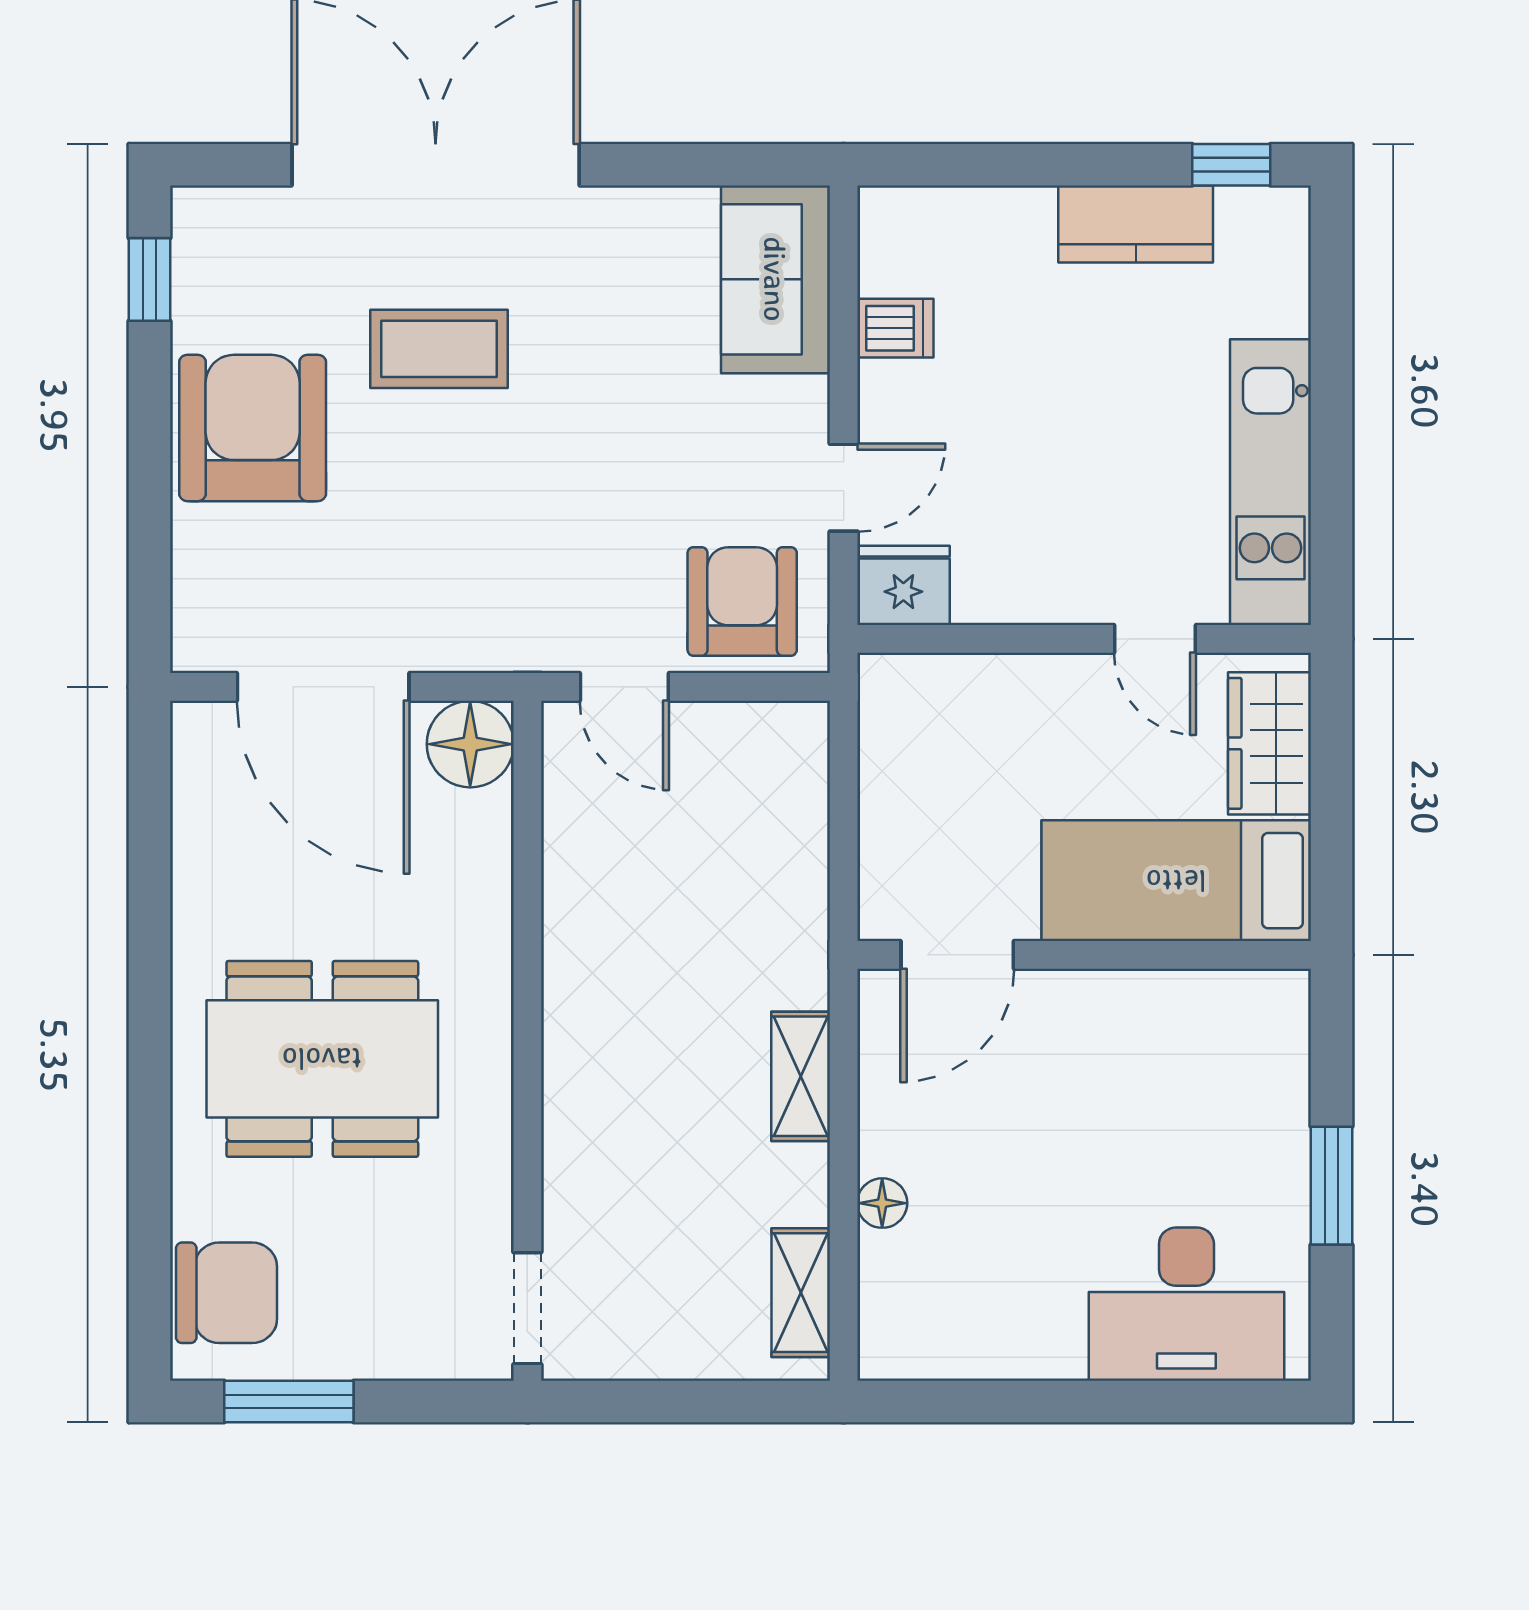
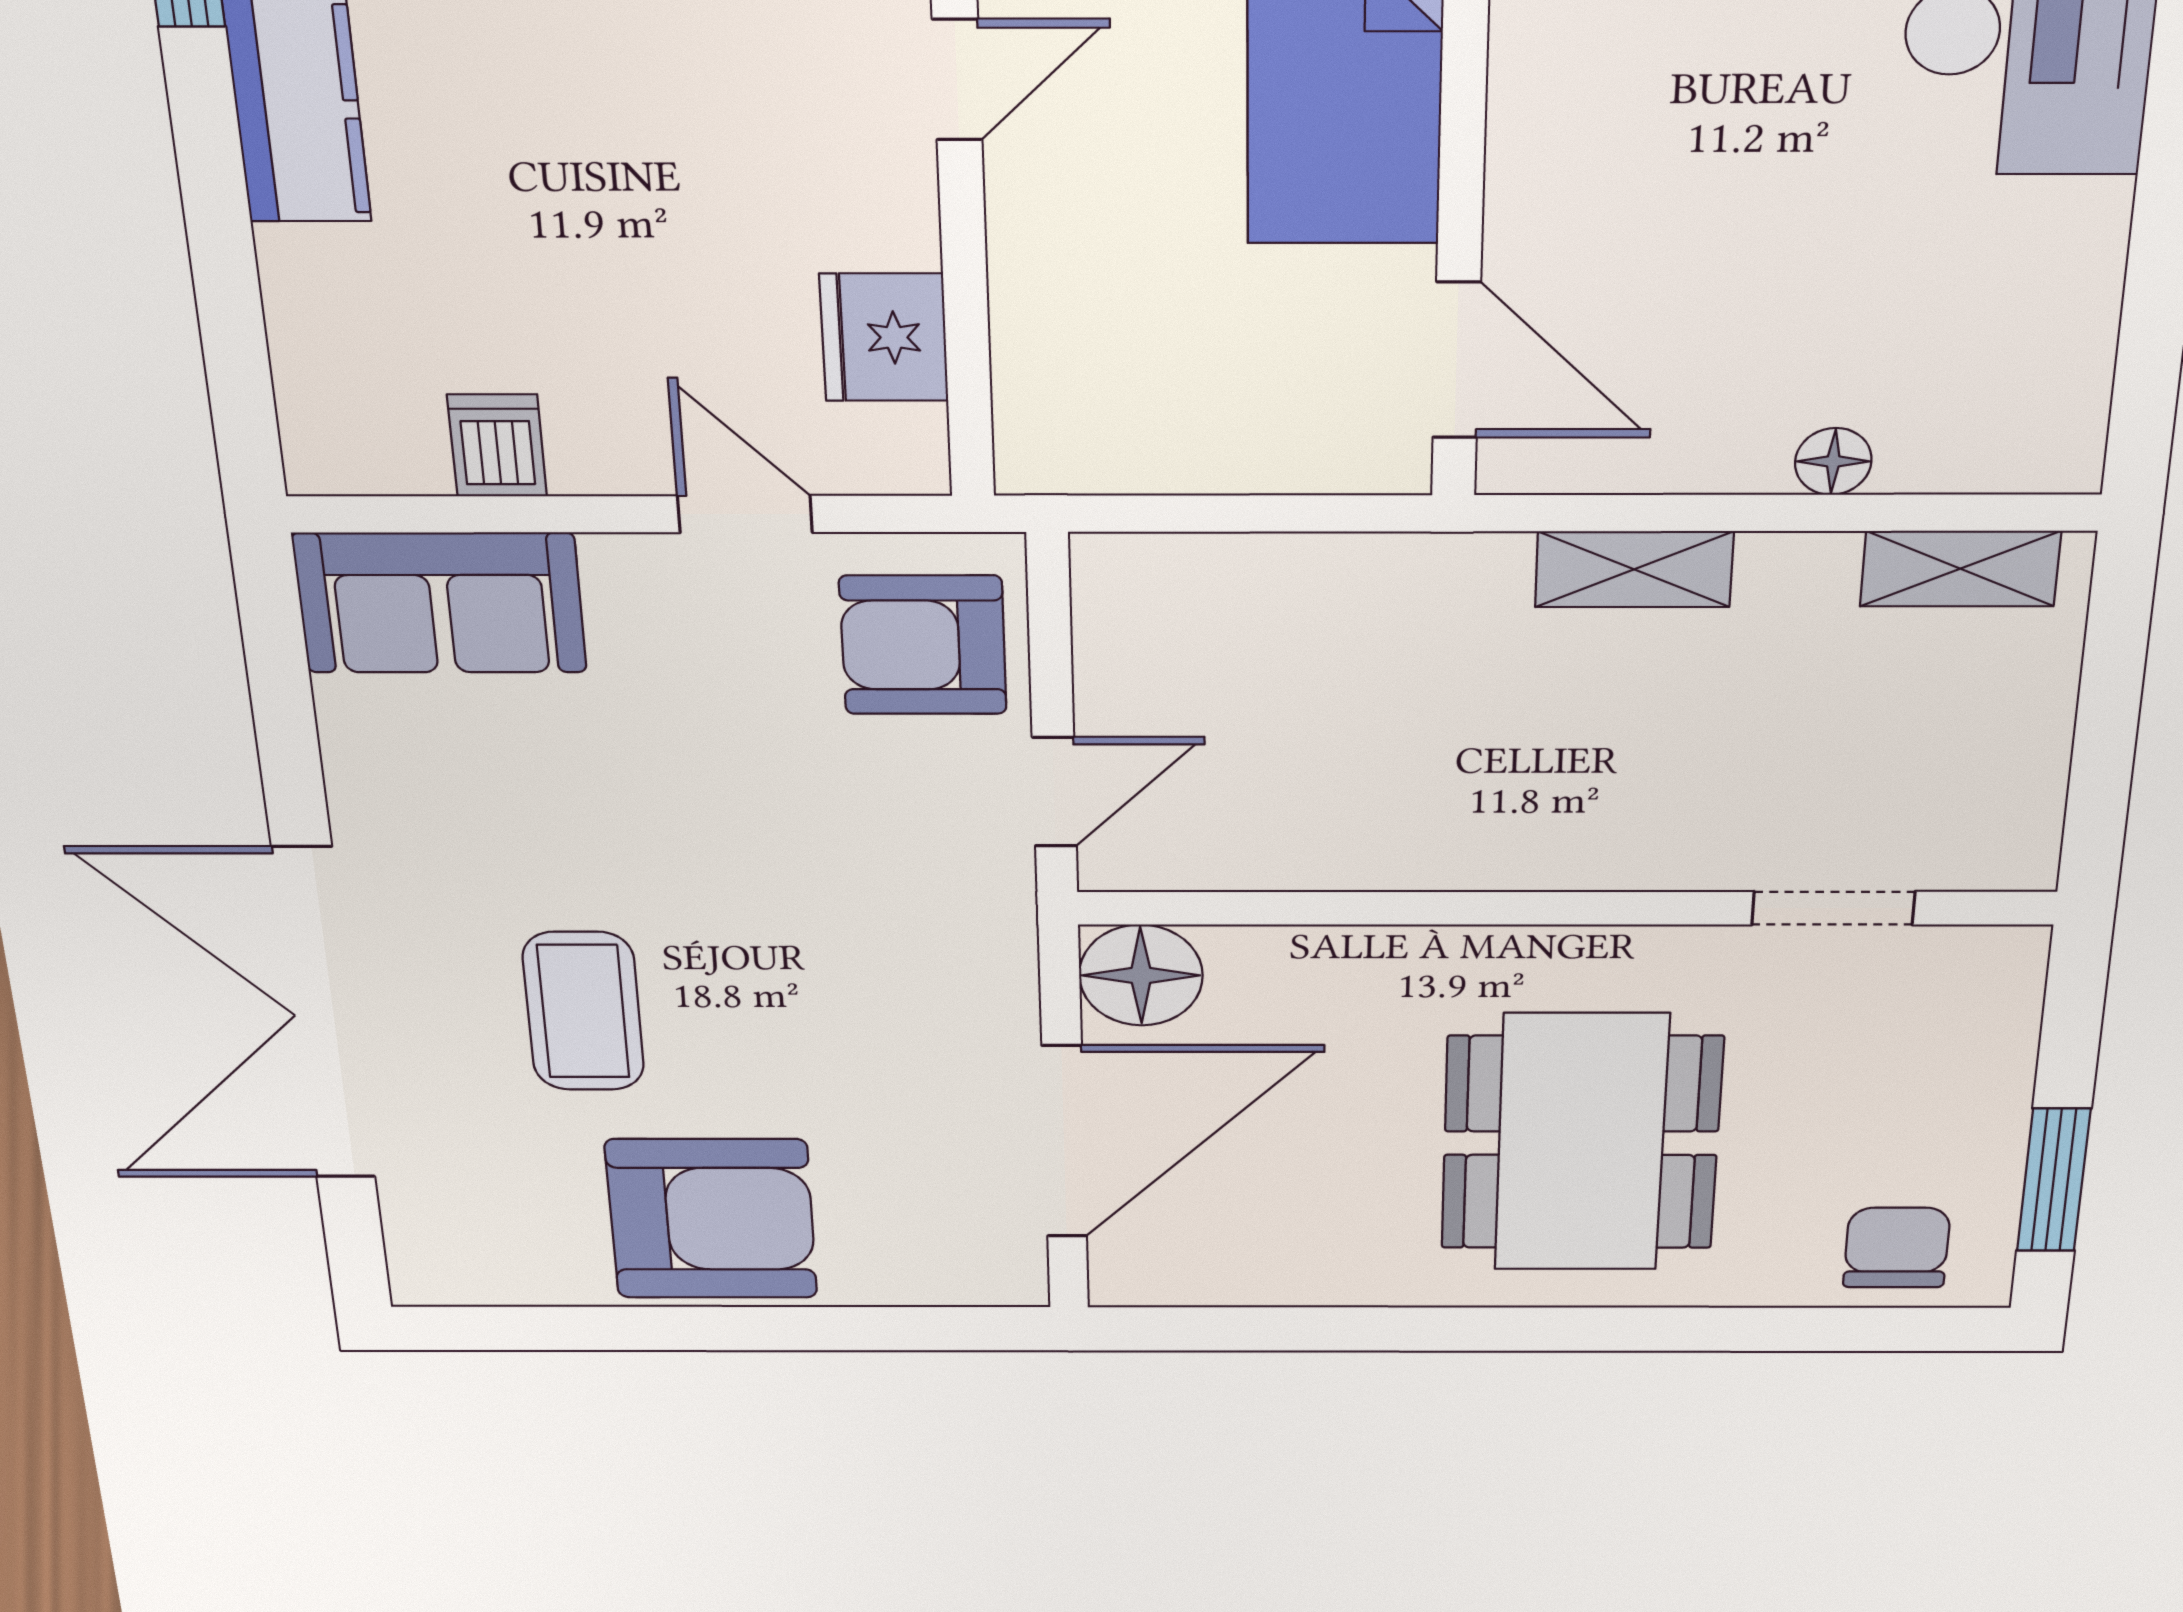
window: (149, 280) -> (521, 1328), removed
armchair: (253, 428) -> (712, 1219), turned 180
fridge: (903, 585) -> (884, 337), moved
chair: (227, 1293) -> (1897, 1248), width x0.73, depth x0.73
doorway: (527, 1308) -> (1833, 908), moved

